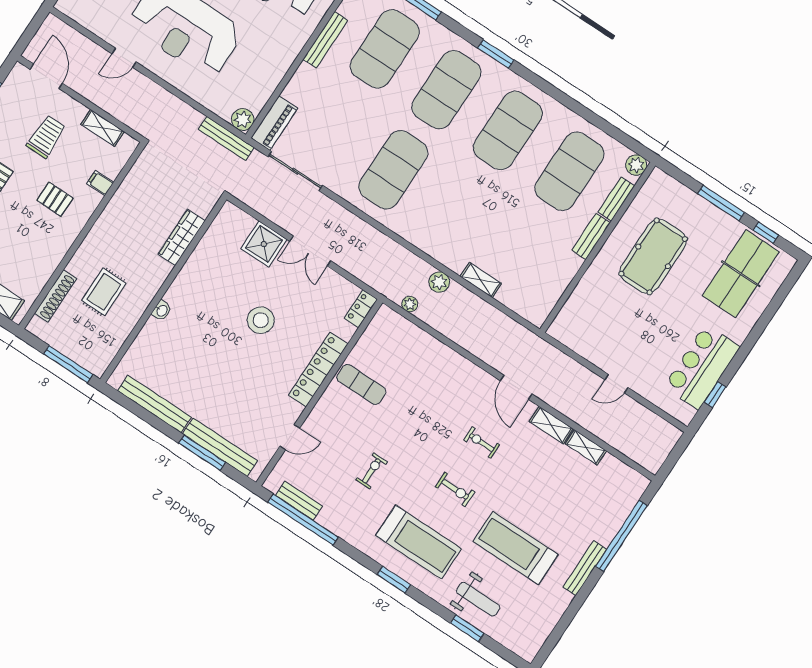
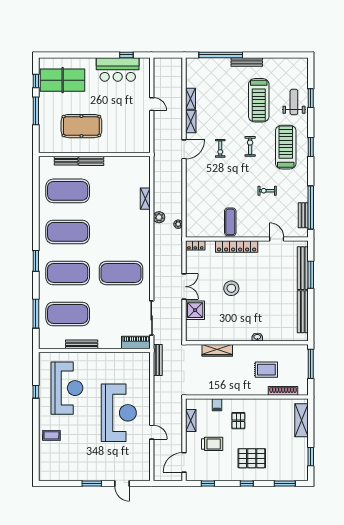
plant: (243, 120) -> (144, 358), removed
trolley: (46, 137) -> (212, 444), turned 180
plant: (636, 165) -> (44, 162), removed

